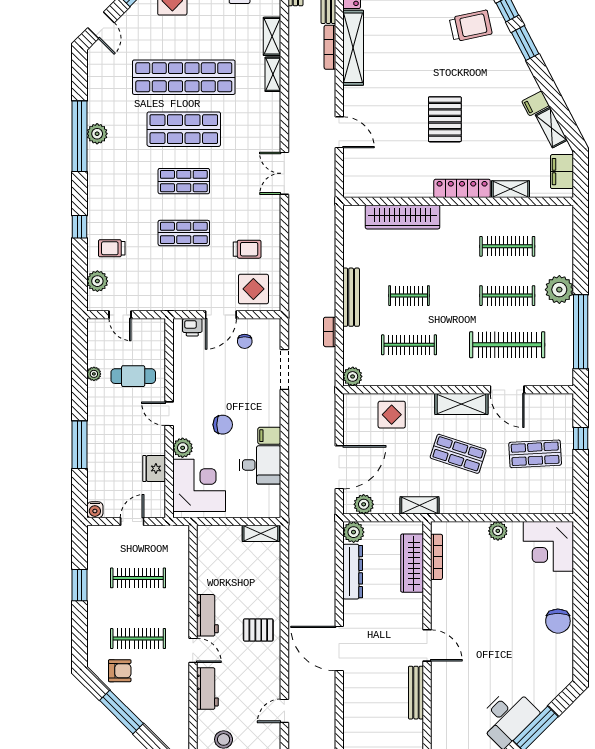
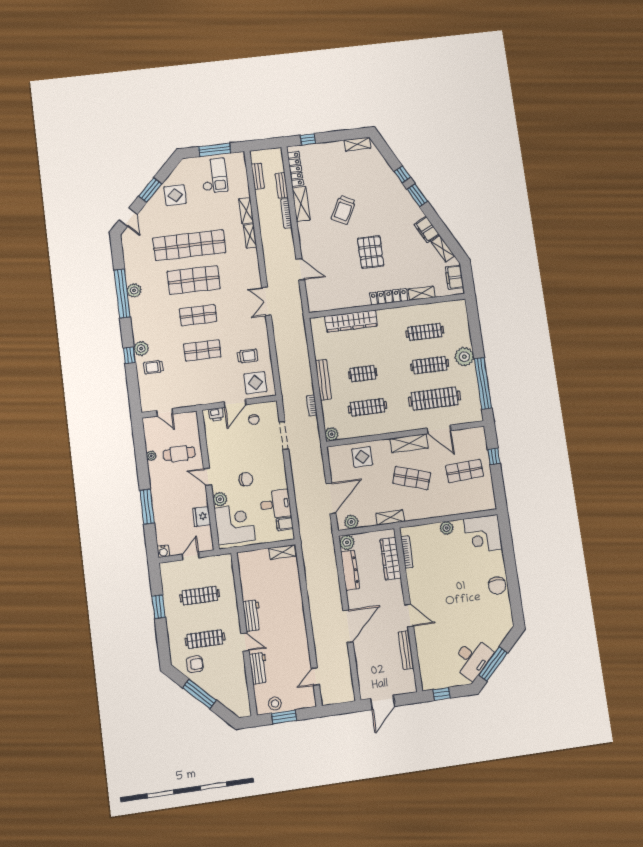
trolley: (471, 26) -> (343, 210), moved, turned 130
shelving: (353, 48) -> (301, 204), width x0.68
filing cabinet: (535, 103) -> (427, 230), width x2.00
plant: (97, 281) -> (141, 349), moved
filing cabinet: (269, 436) -> (285, 524), moved
pallet: (258, 630) -> (289, 621), removed
door: (339, 648) -> (348, 626), swing flipped

